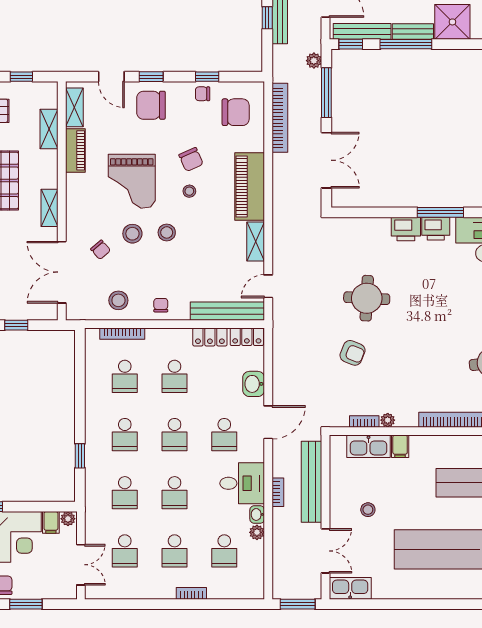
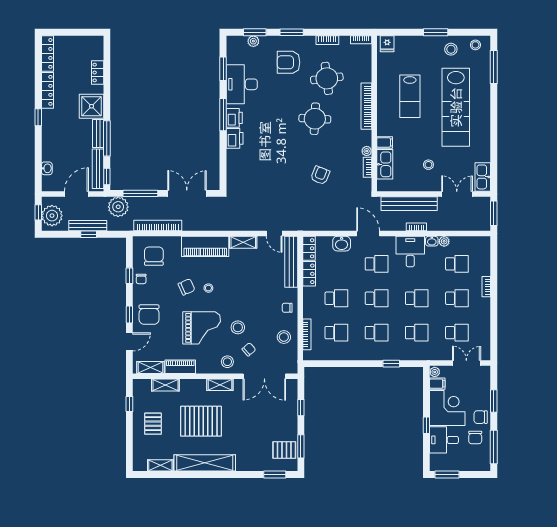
plant: (314, 61) -> (118, 207), width x1.88, depth x1.88
stool: (167, 232) -> (227, 362), moved
round table: (367, 298) -> (315, 119), moved

